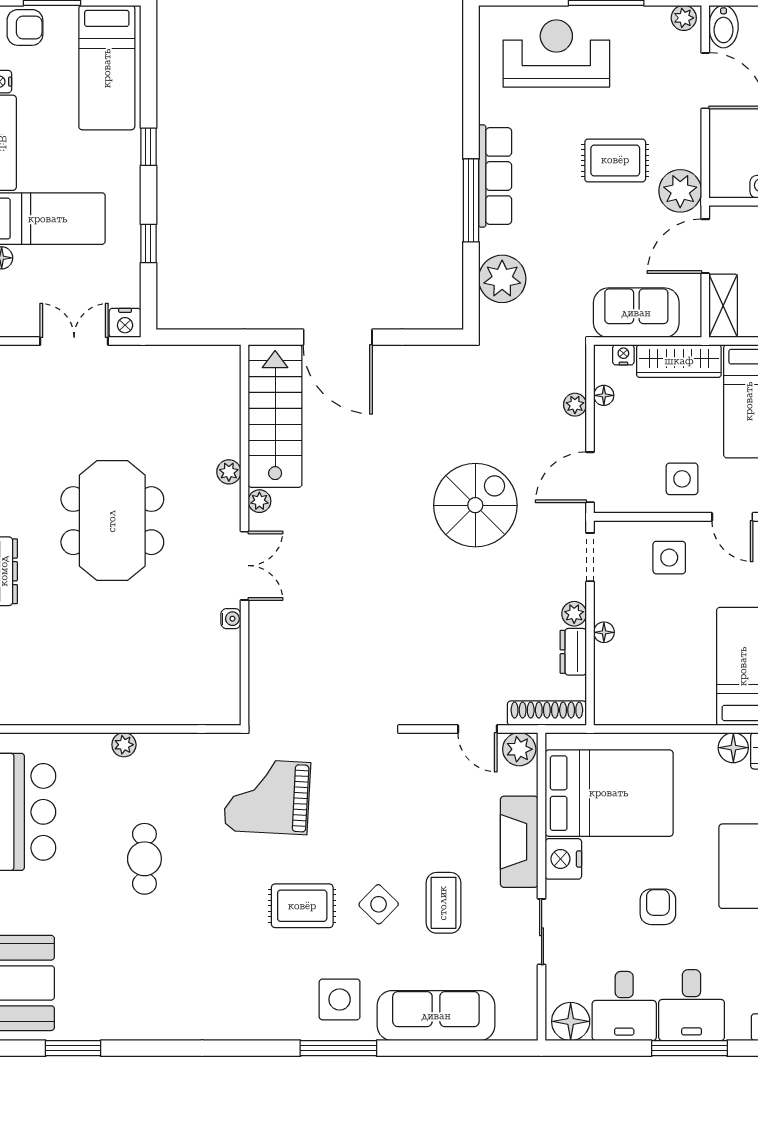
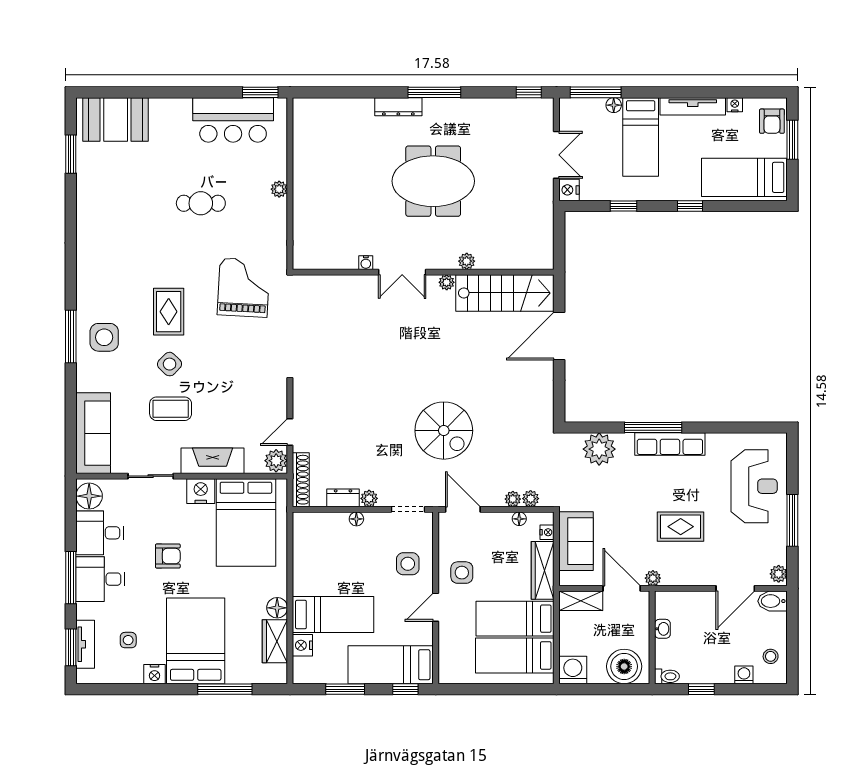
rug: (615, 160) -> (681, 527), turned 90
plant: (680, 191) -> (653, 578), width x0.53, depth x0.53
plant: (574, 379) -> (531, 499), added
sofa: (436, 1016) -> (93, 433), moved

